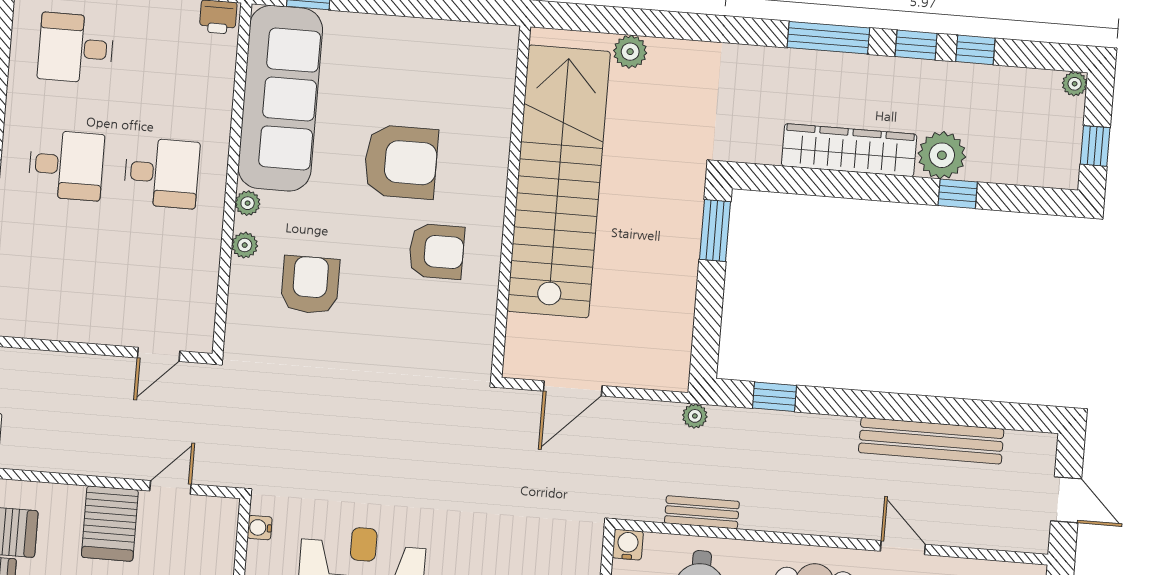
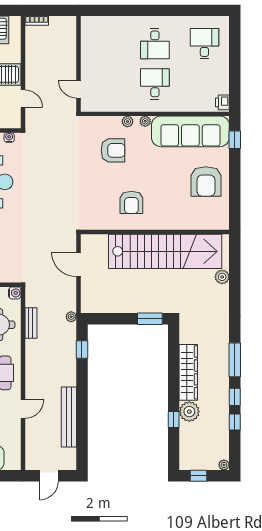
armchair: (401, 162) -> (206, 181), moved
desk: (161, 173) -> (155, 84), turned 180

